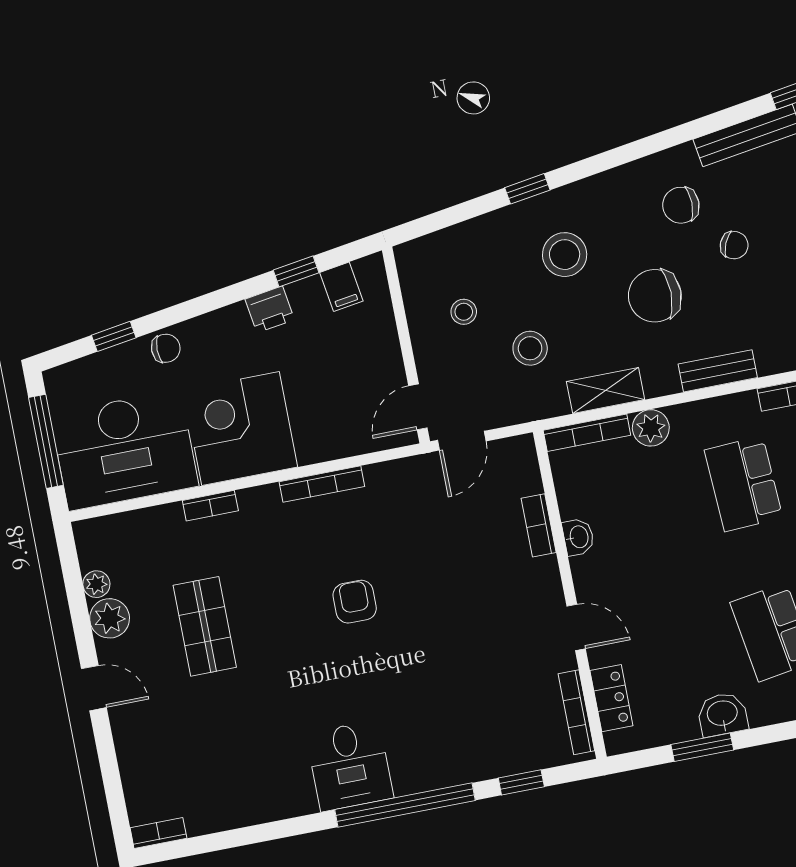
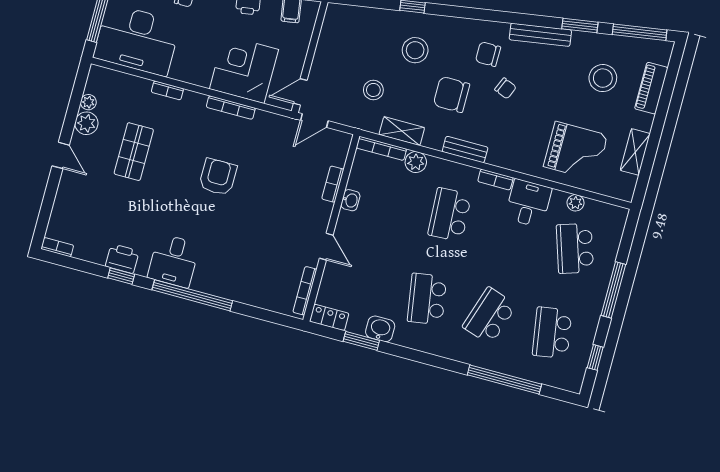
stool: (464, 312) -> (348, 54), removed
corner desk: (240, 429) -> (244, 69), moved
armchair: (355, 602) -> (218, 177), width x1.38, depth x1.38
locker: (611, 698) -> (329, 317), moved, turned -90
window: (521, 782) -> (121, 276), moved
printer: (268, 801) -> (122, 259), added

